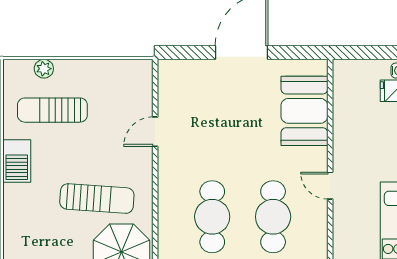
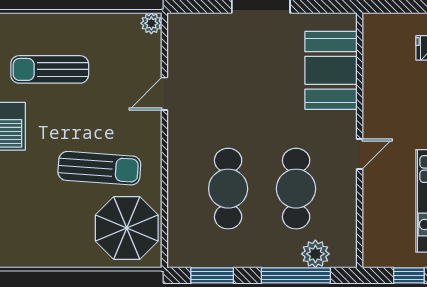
plant: (44, 69) -> (151, 23), moved
door: (330, 186) -> (360, 154), swing flipped

